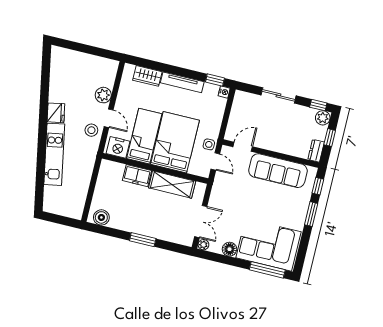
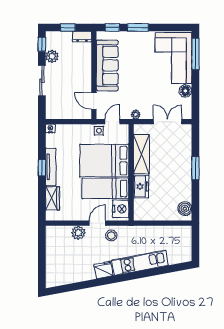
window: (215, 80) -> (42, 168), moved
plant: (323, 118) -> (52, 56), moved
plant: (203, 245) -> (136, 114), moved

